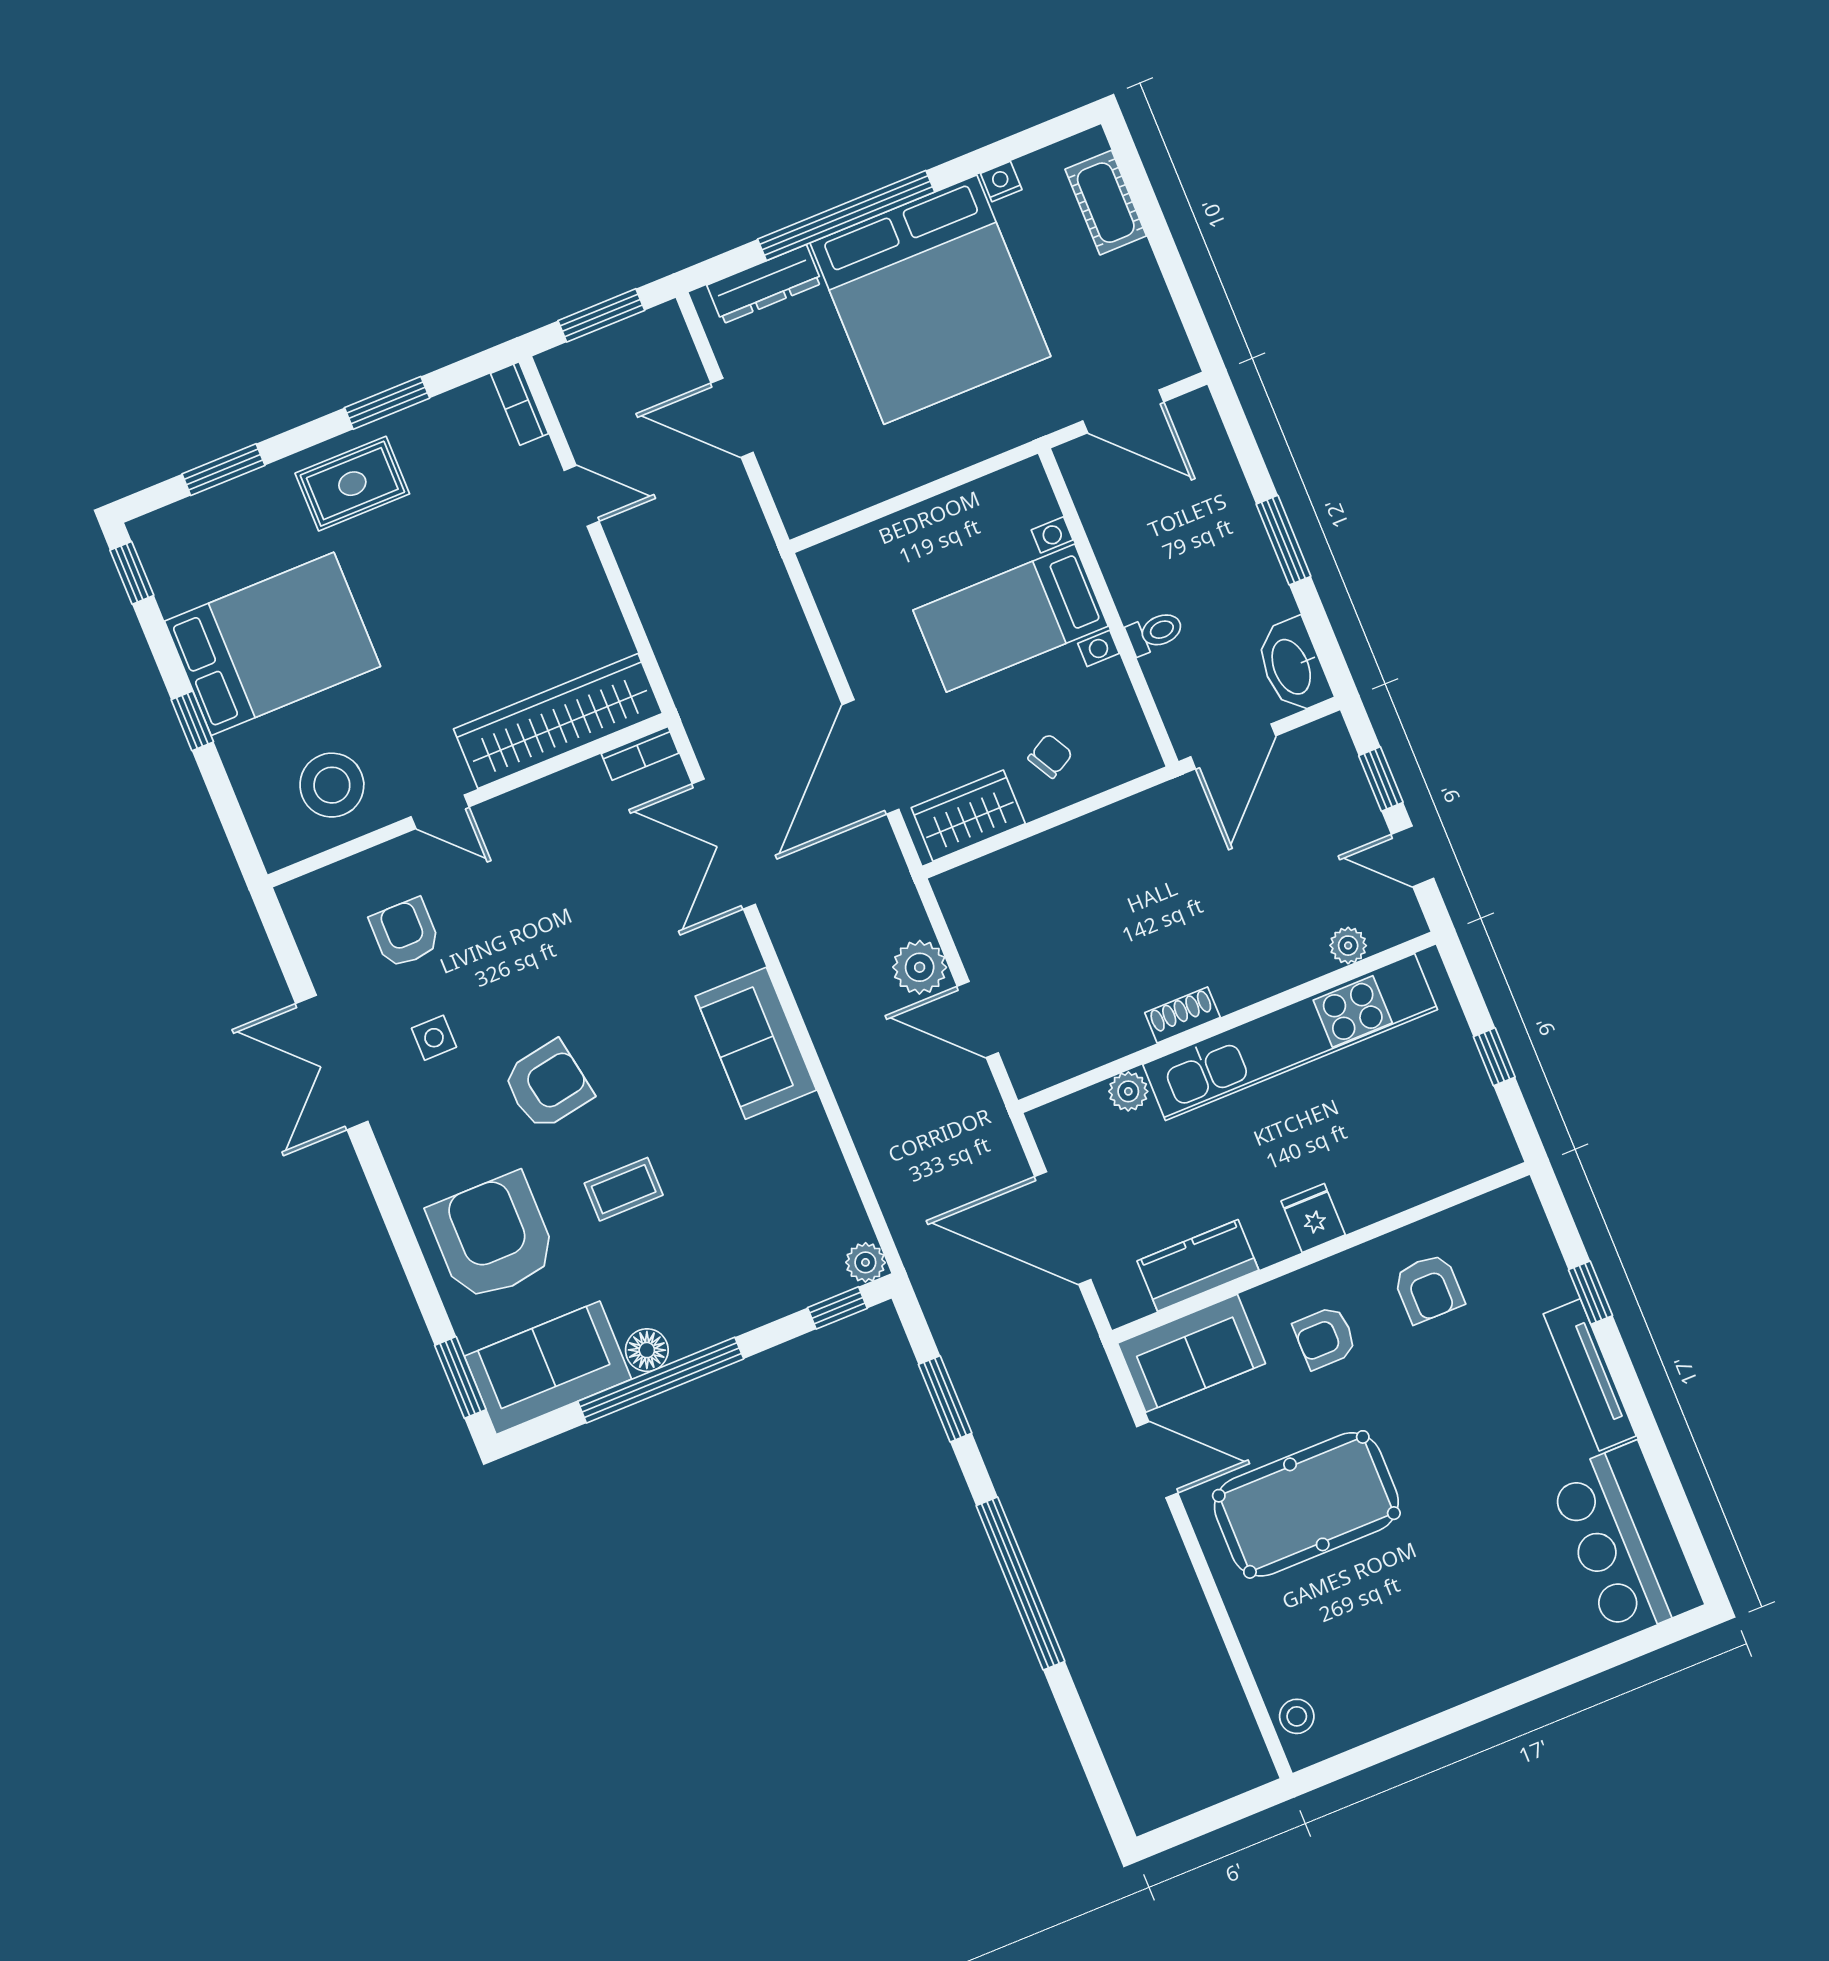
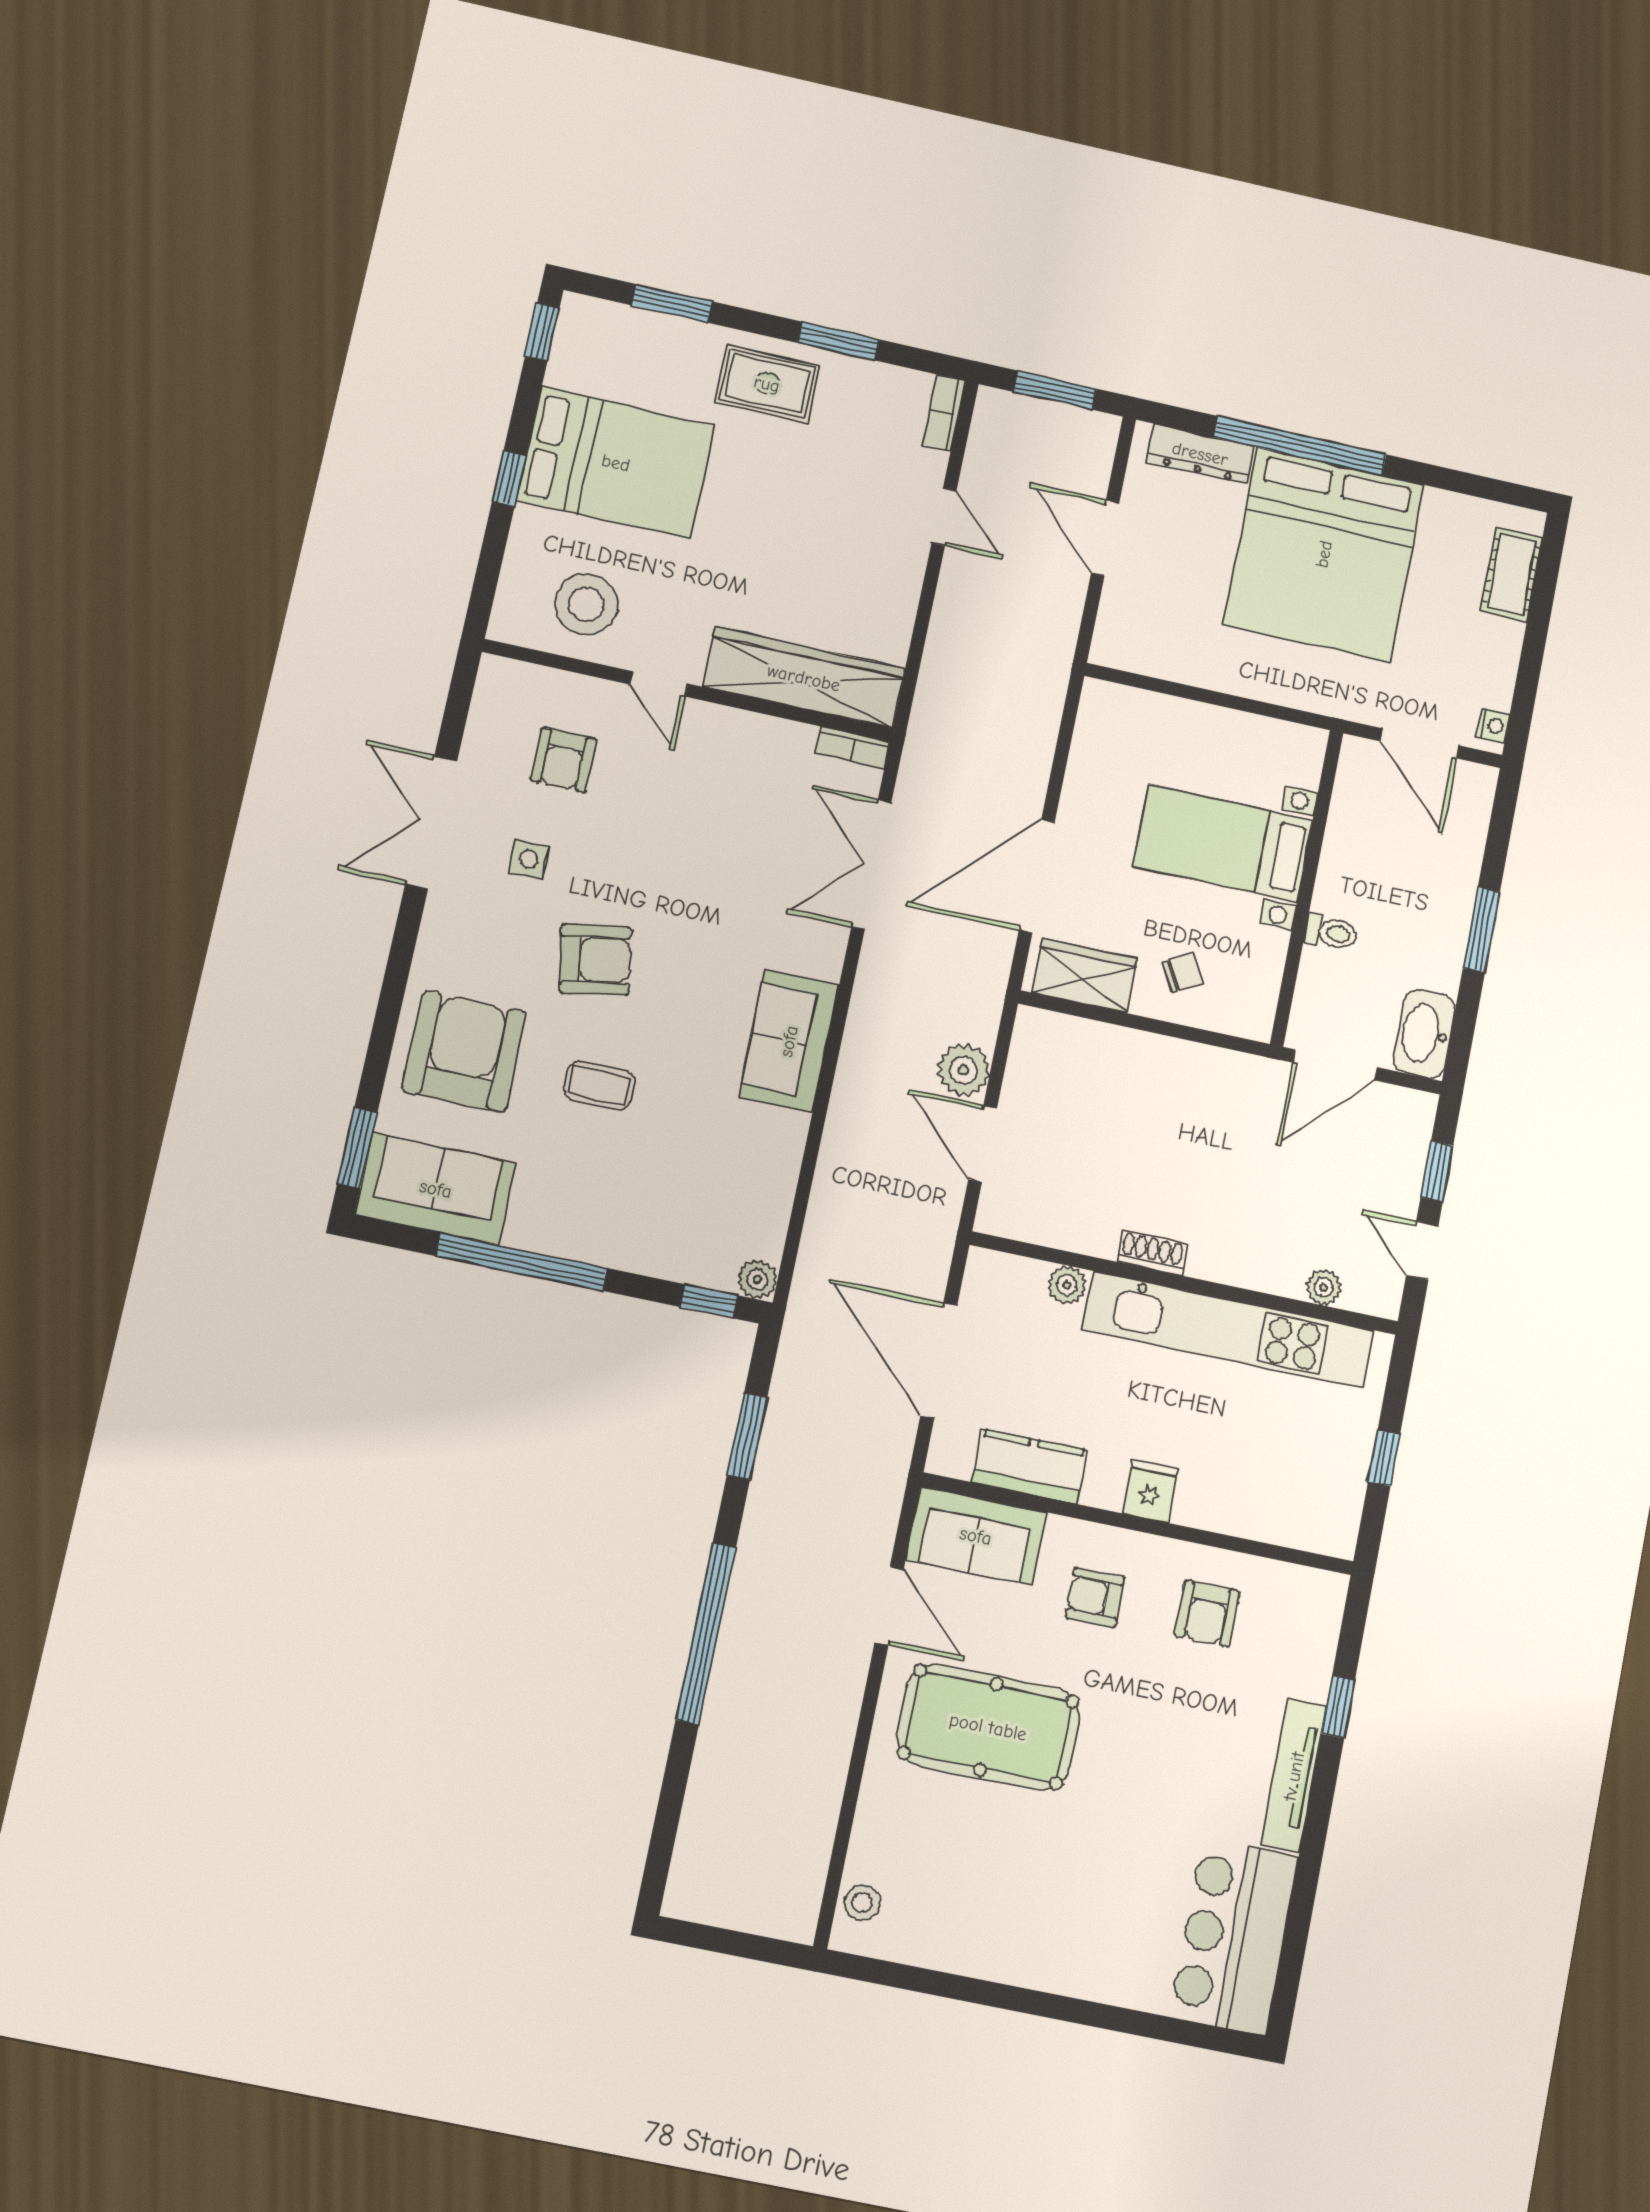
nightstand: (1001, 181) -> (1493, 725), moved, turned 90
armchair: (405, 933) -> (564, 760), turned 180
floor lamp: (647, 1350) -> (528, 1230), removed

